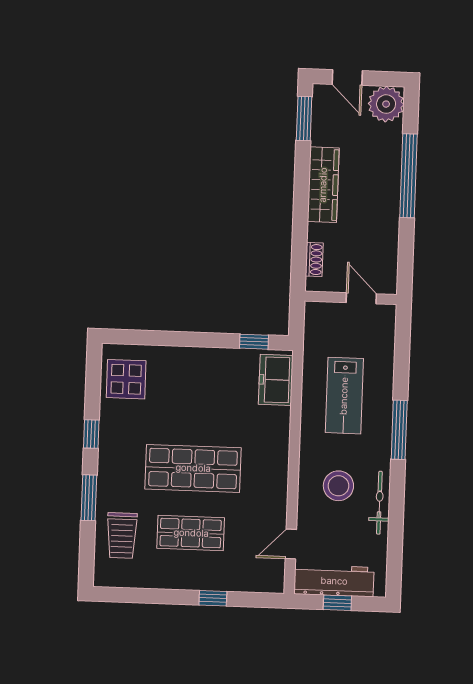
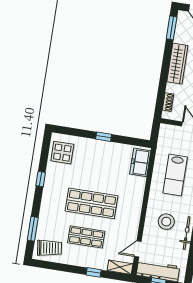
window: (254, 342) -> (104, 137), moved
window: (89, 498) -> (33, 229), moved
trolley: (122, 535) -> (49, 248), moved, turned -98
shelving: (261, 582) -> (120, 267), added

